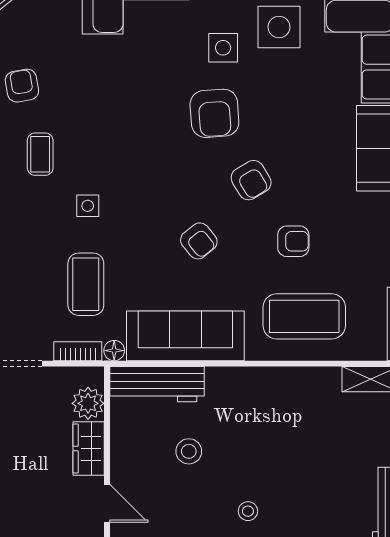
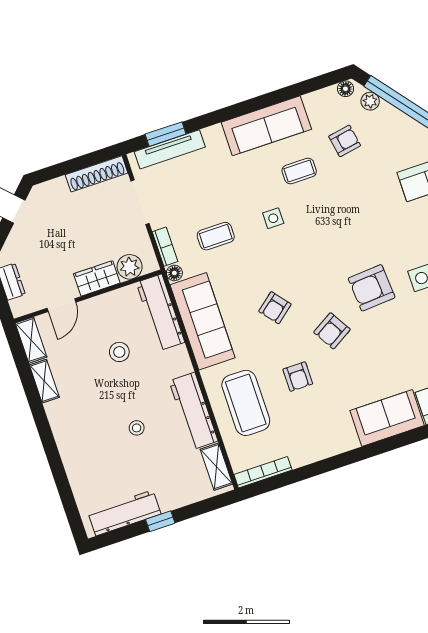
coffee table: (86, 284) -> (216, 236), width x0.73, depth x0.77
workbench: (292, 384) -> (193, 411), added
stool: (248, 511) -> (137, 428), moved

